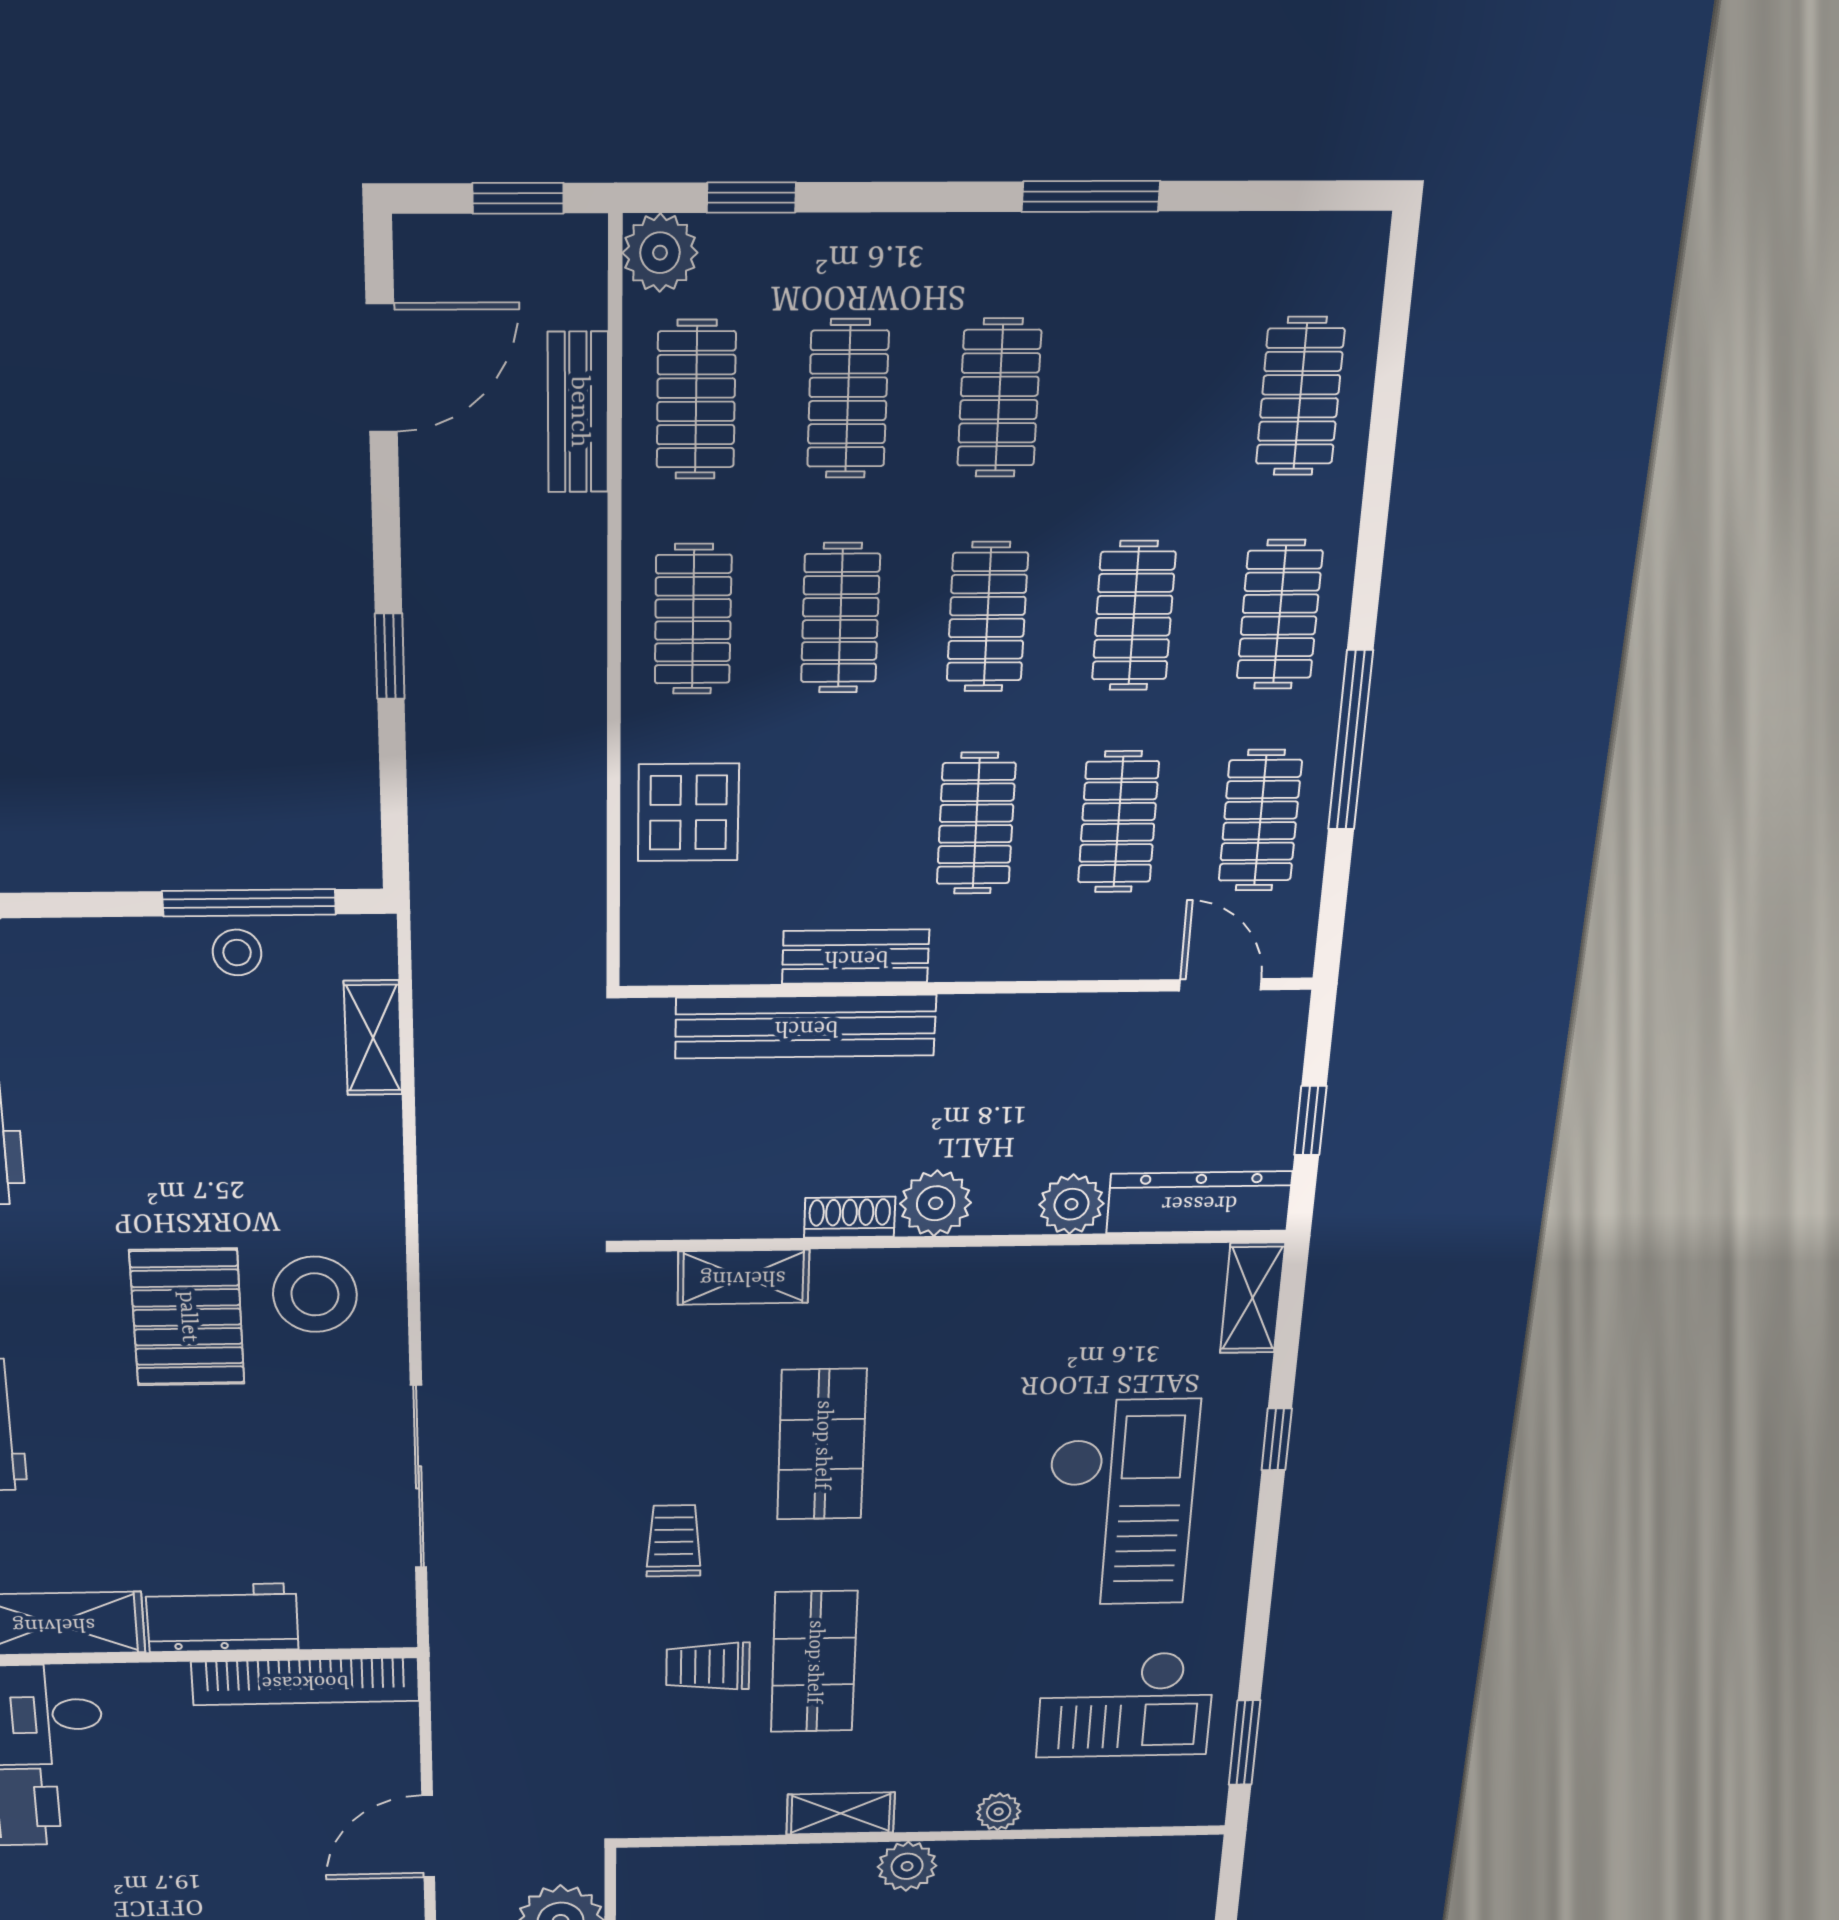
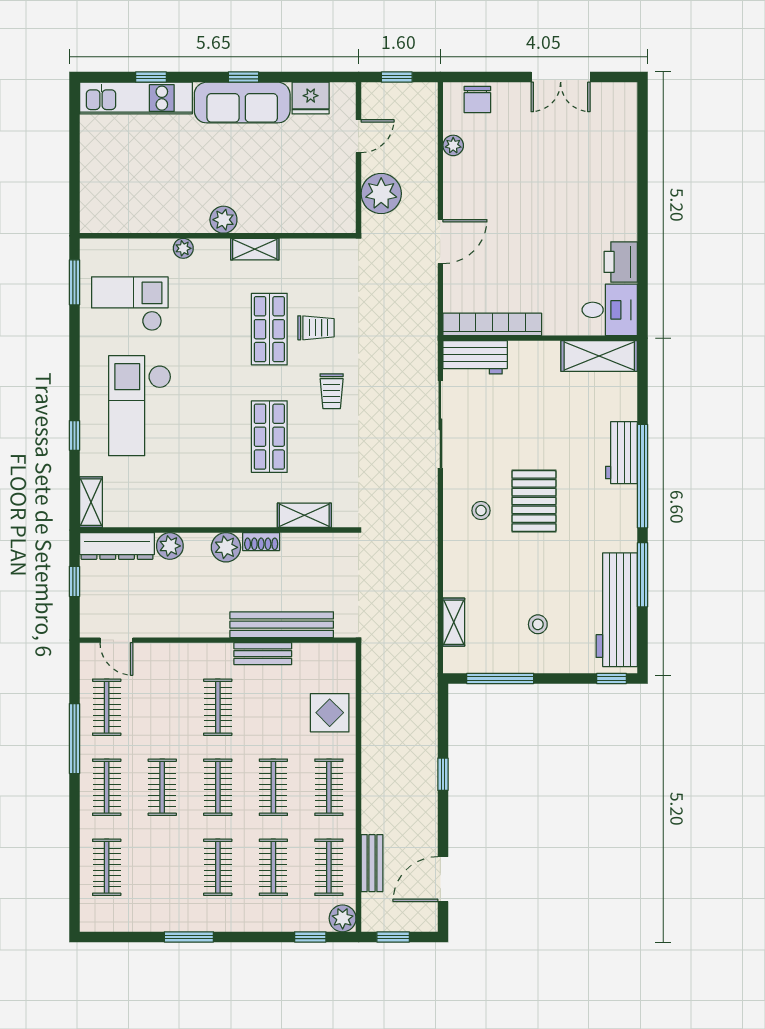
clothes rail: (1118, 822) -> (162, 707), removed
stool: (237, 953) -> (538, 624), moved
stool: (315, 1294) -> (481, 511), width x0.53, depth x0.53
workbench: (222, 1618) -> (475, 357), moved

